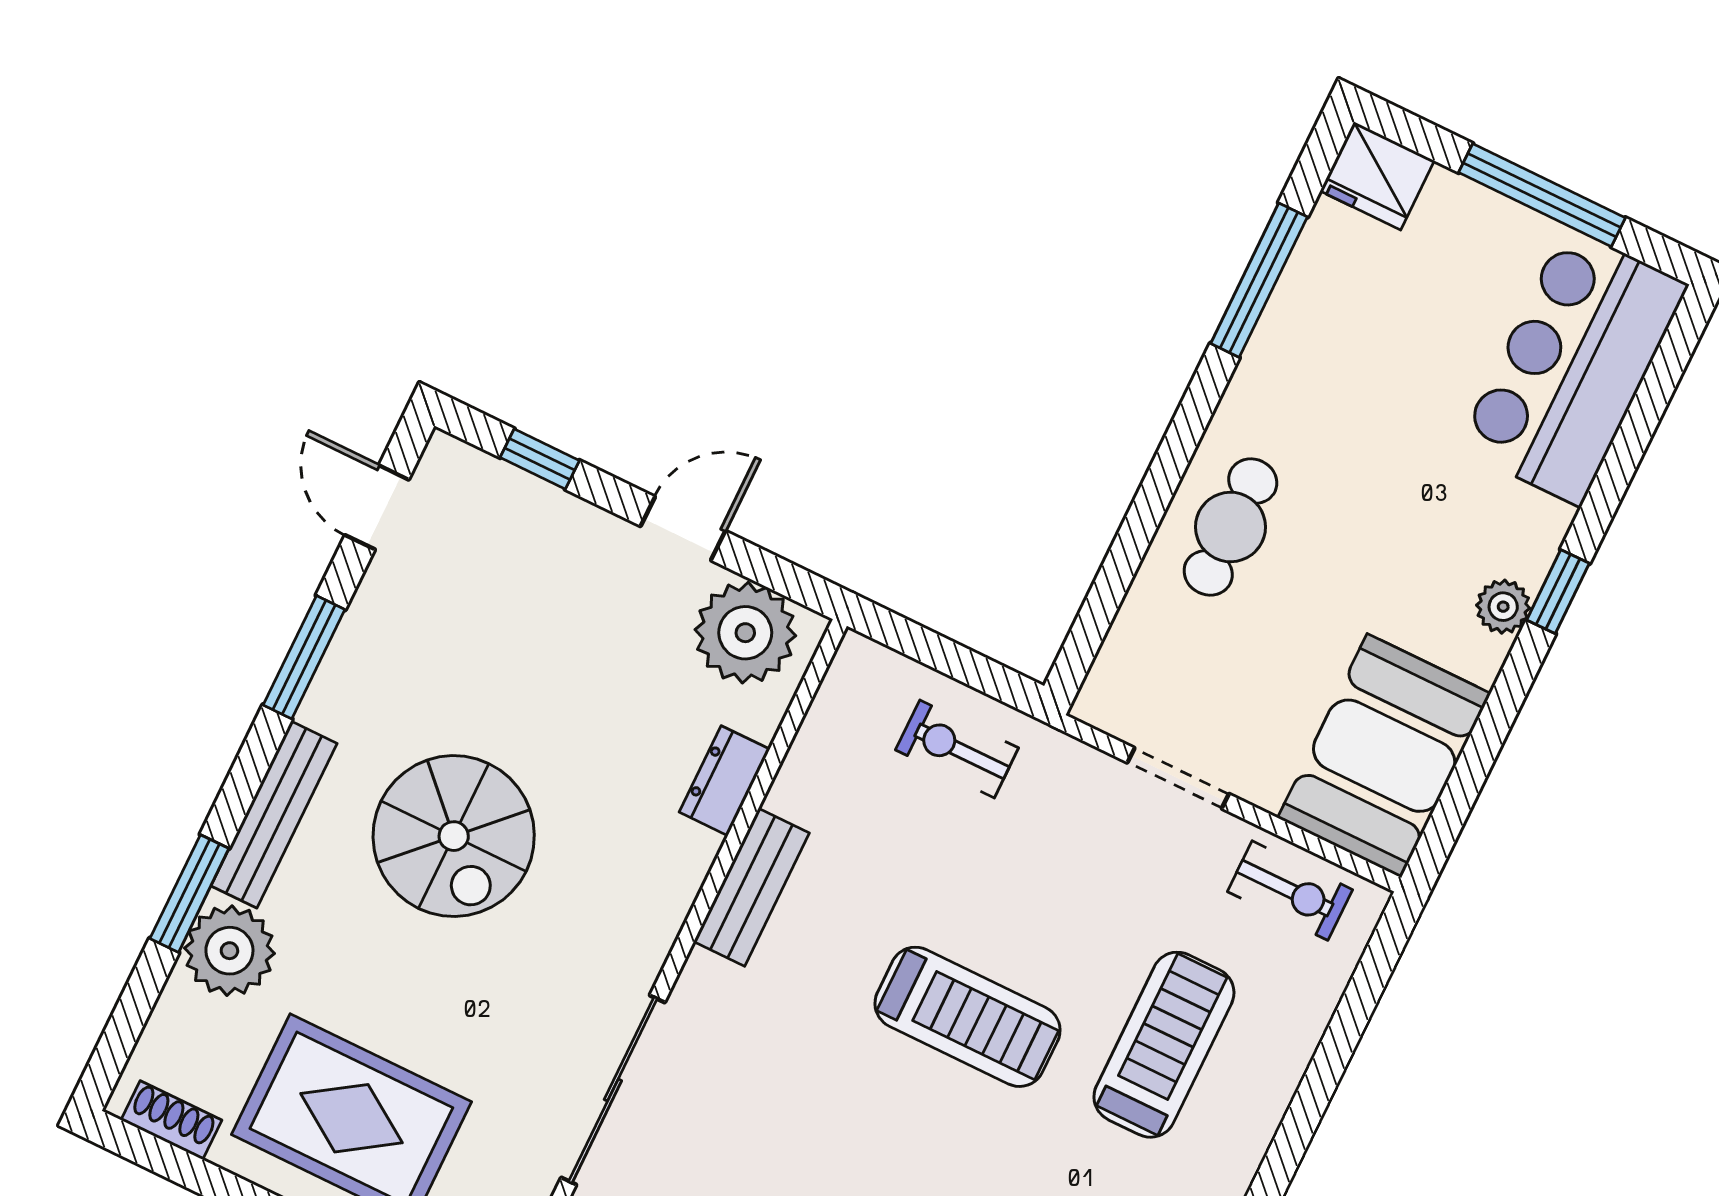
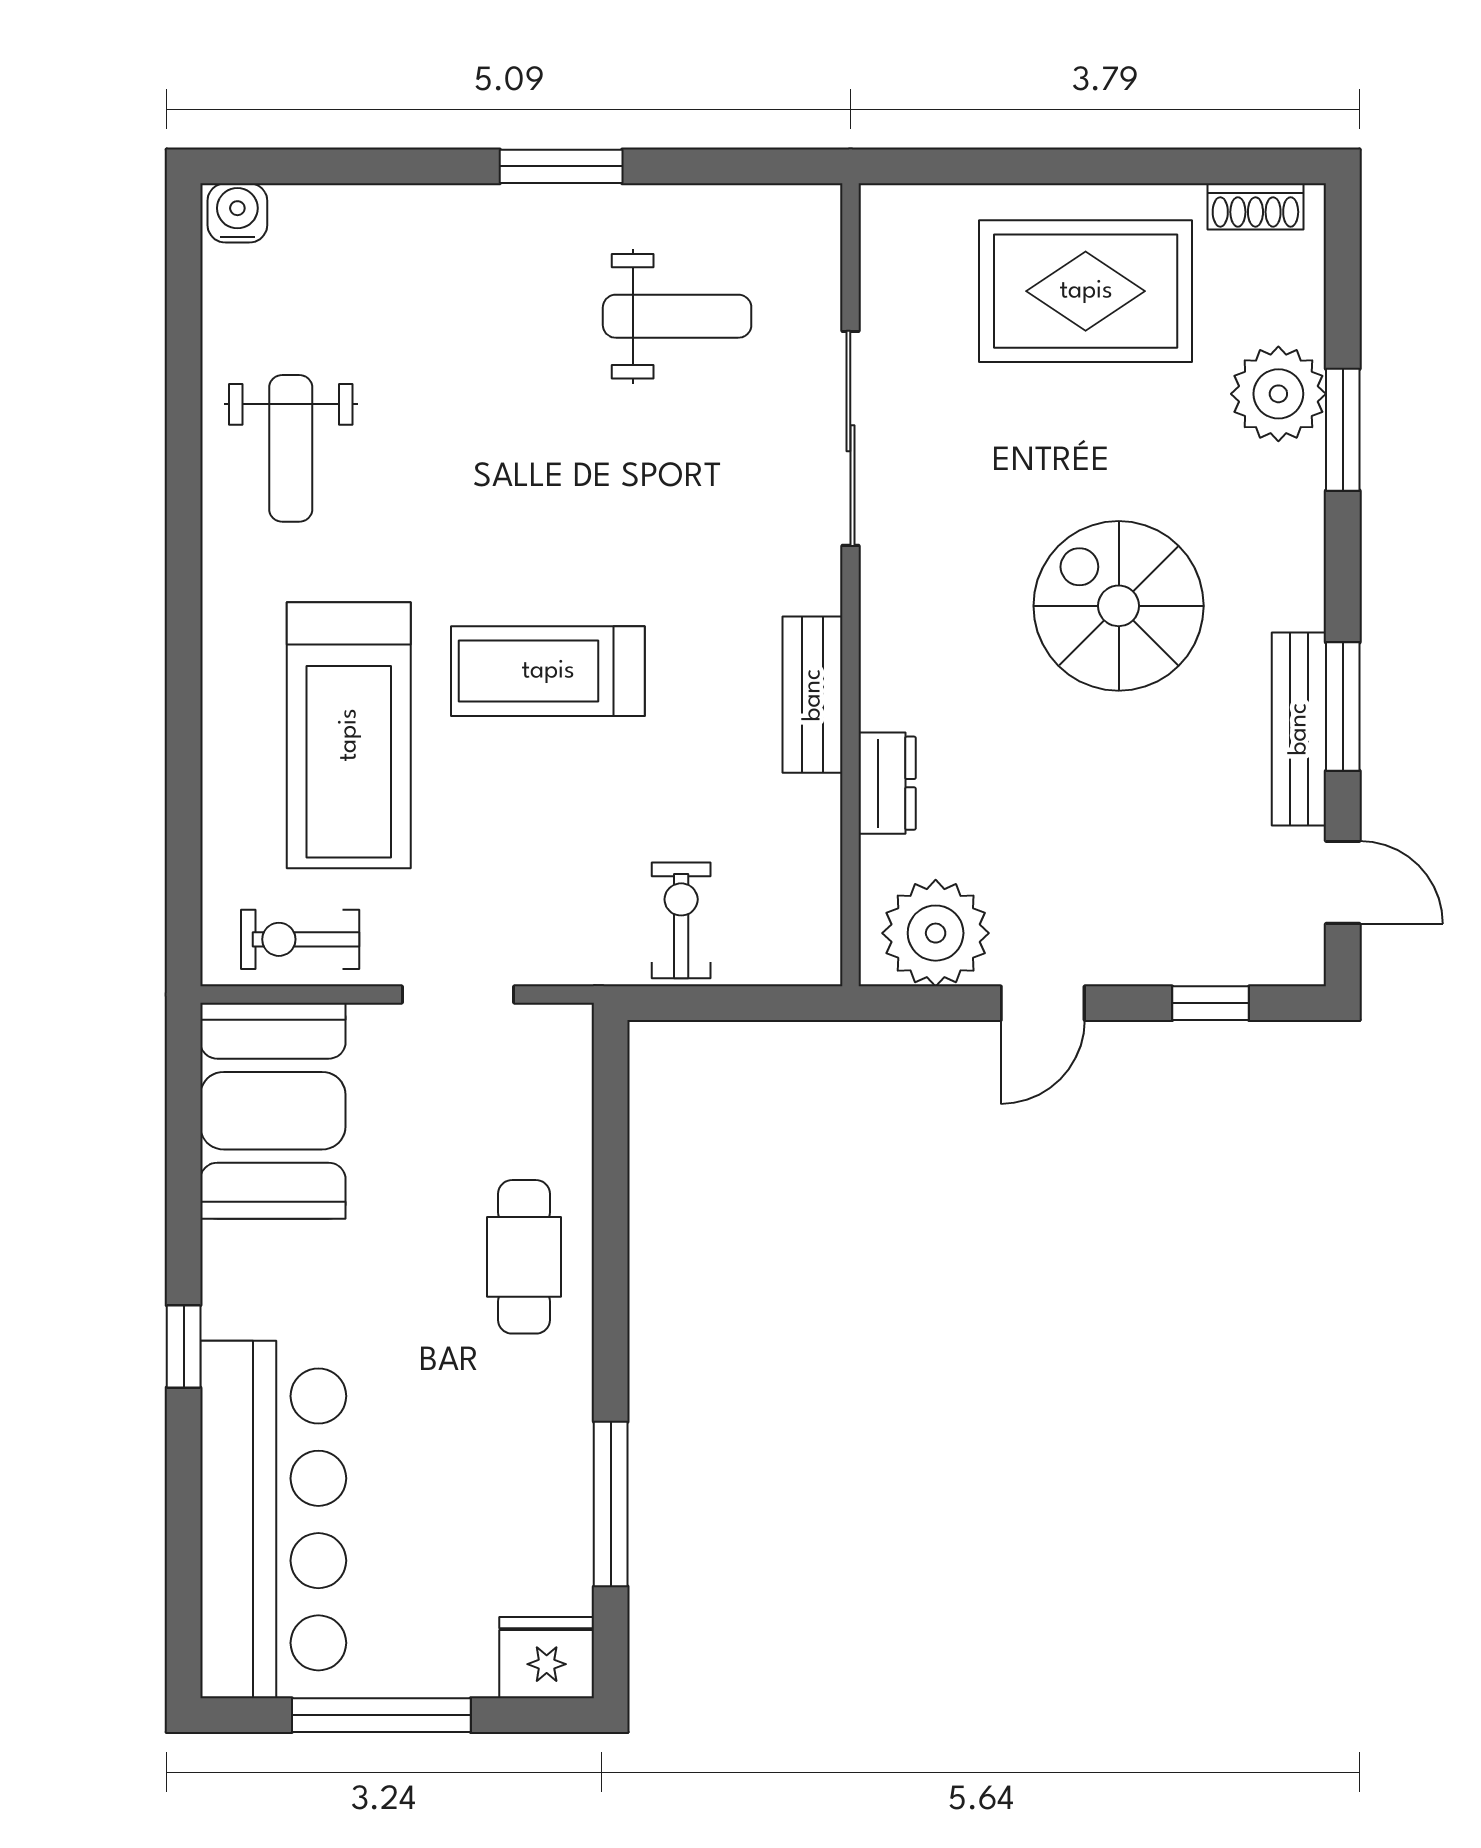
bar counter: (1573, 366) -> (273, 1519), width x1.36
plant: (1503, 607) -> (229, 1307), removed
exercise bike: (957, 749) -> (681, 920), turned -90
bench: (274, 815) -> (1299, 729), moved
treadmill: (1164, 1045) -> (349, 735), width x1.37, depth x1.38

